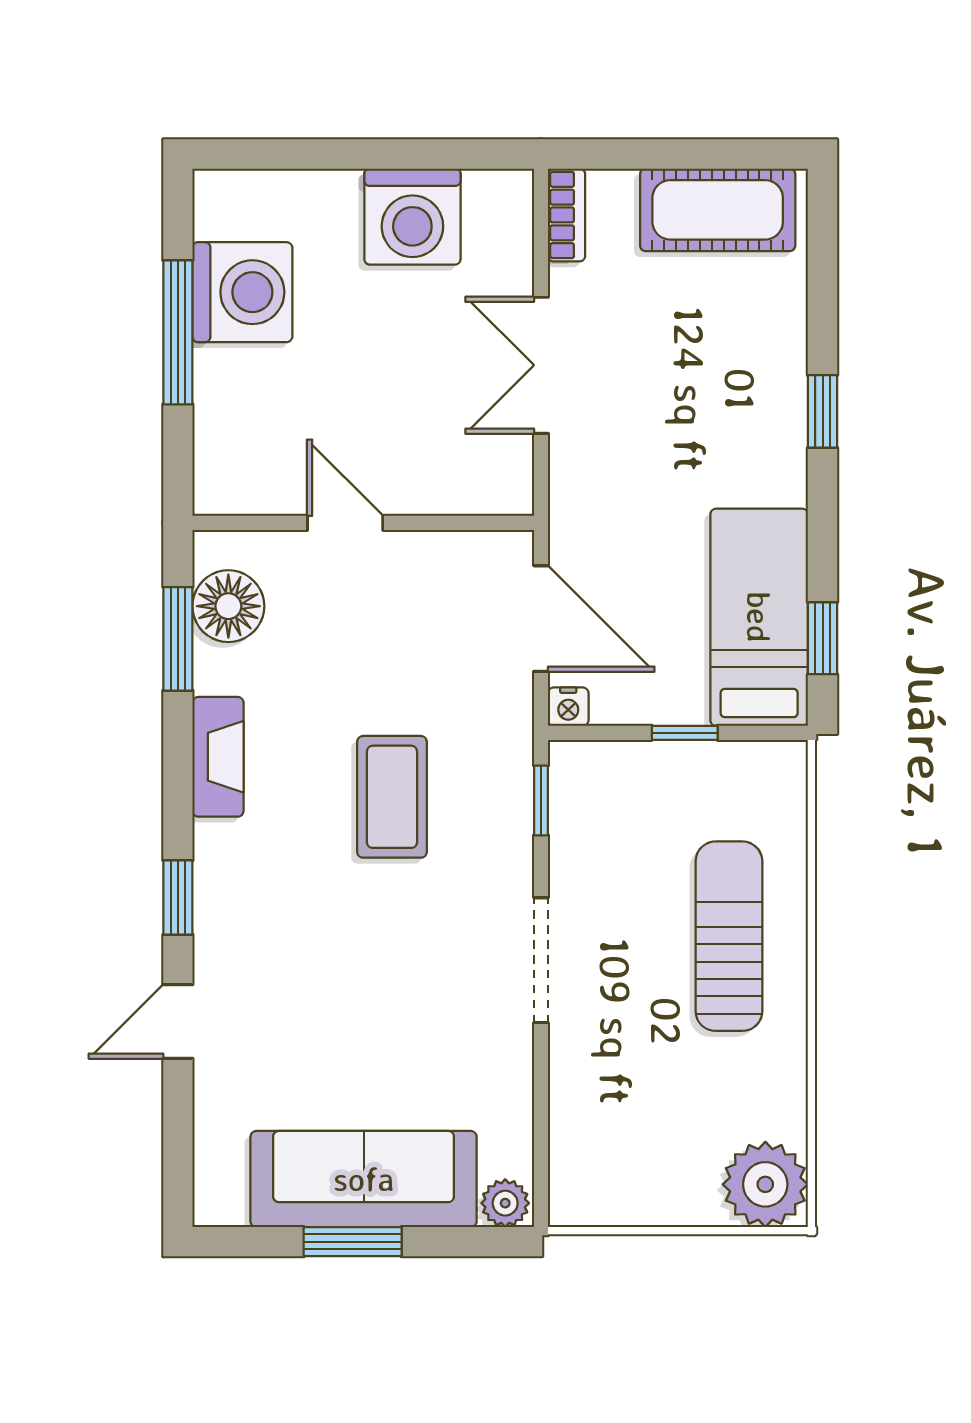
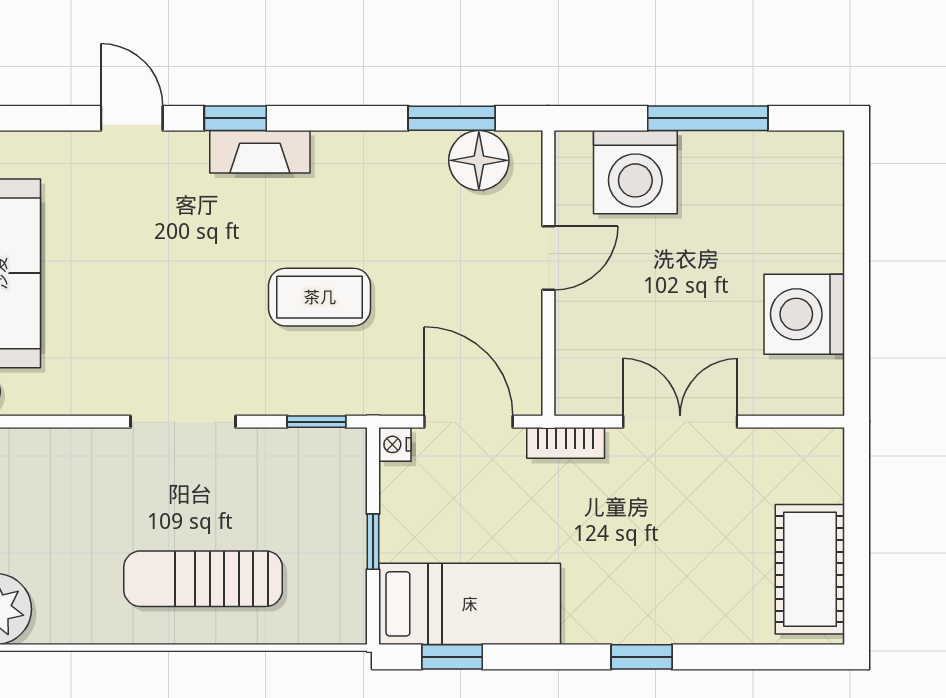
bookcase: (567, 215) -> (566, 443), moved
washing machine: (242, 292) -> (635, 172), moved
door: (541, 619) -> (469, 422), swing flipped
fireplace: (218, 757) -> (260, 152), moved
sun lounger: (729, 936) -> (203, 579), turned 180

